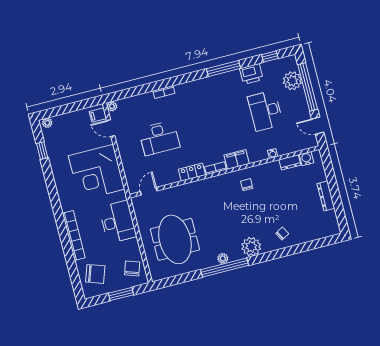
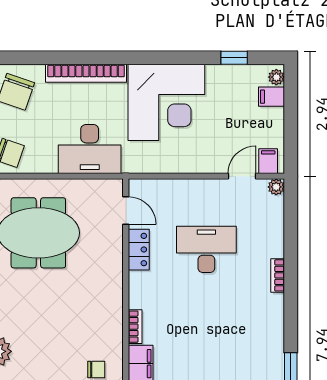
filing cabinet: (59, 123) -> (272, 97), added
desk: (159, 138) -> (206, 249), turned 90
corner desk: (96, 172) -> (166, 102), moved, turned 180
locker: (192, 172) -> (139, 250), moved

